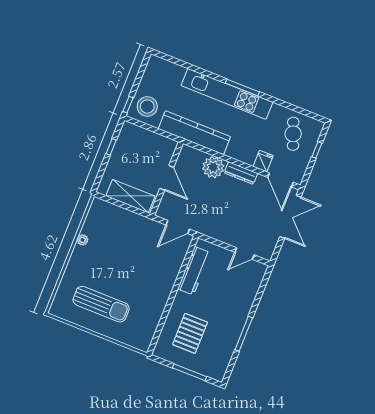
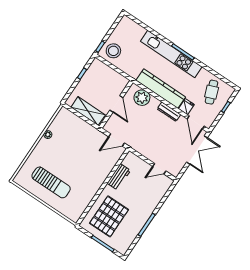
kitchen counter: (194, 133) -> (161, 89), moved
plant: (213, 167) -> (142, 98), moved
workbench: (194, 271) -> (119, 177), width x0.73
pallet: (190, 333) -> (109, 216), width x1.37, depth x1.41

